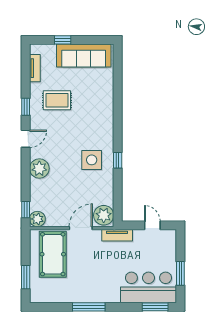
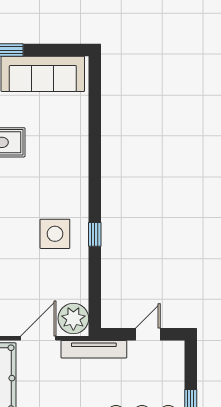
door: (152, 225) -> (148, 334), hinge flipped
tv unit: (117, 235) -> (94, 349), width x1.41

